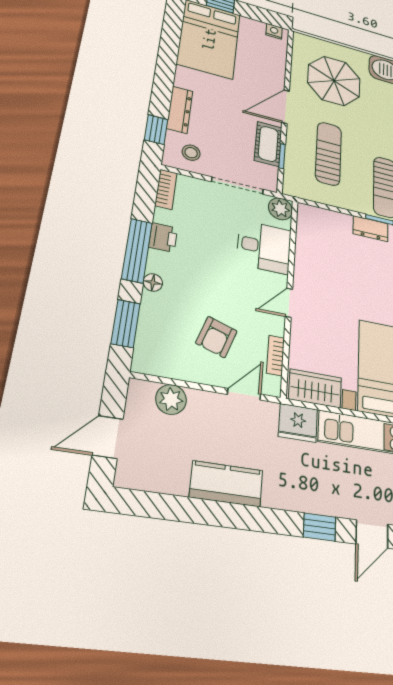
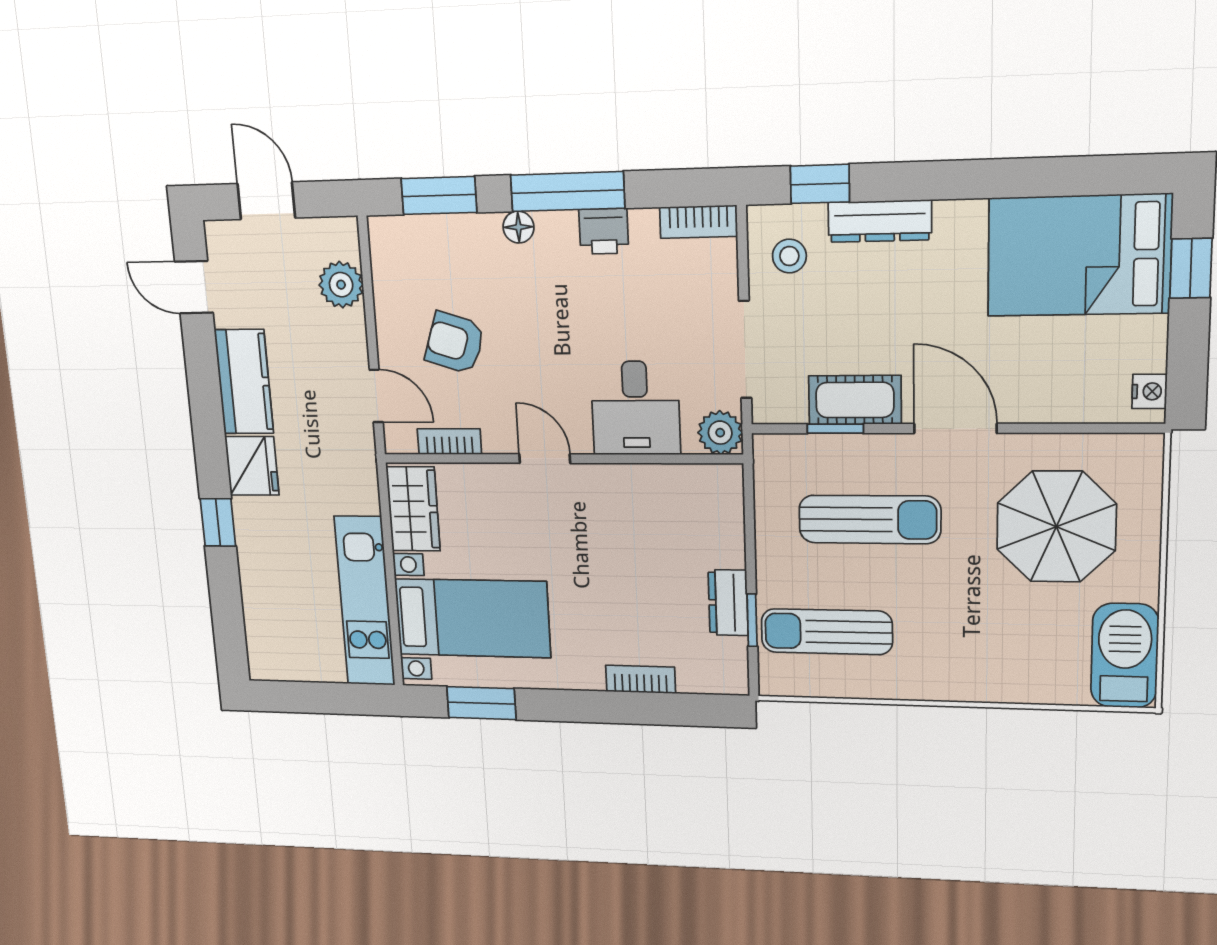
fridge: (298, 423) -> (252, 466), moved, turned 180
door: (372, 534) -> (194, 287), moved

